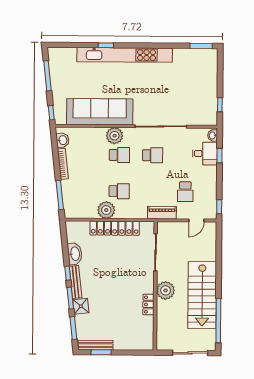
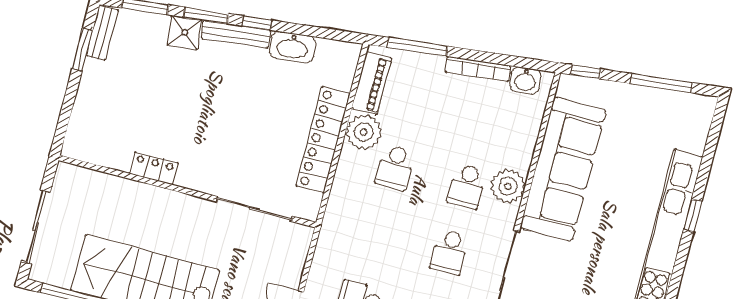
piano: (162, 213) -> (372, 83), moved
plant: (166, 290) -> (173, 209), removed
bench: (96, 345) -> (102, 33), width x0.73

